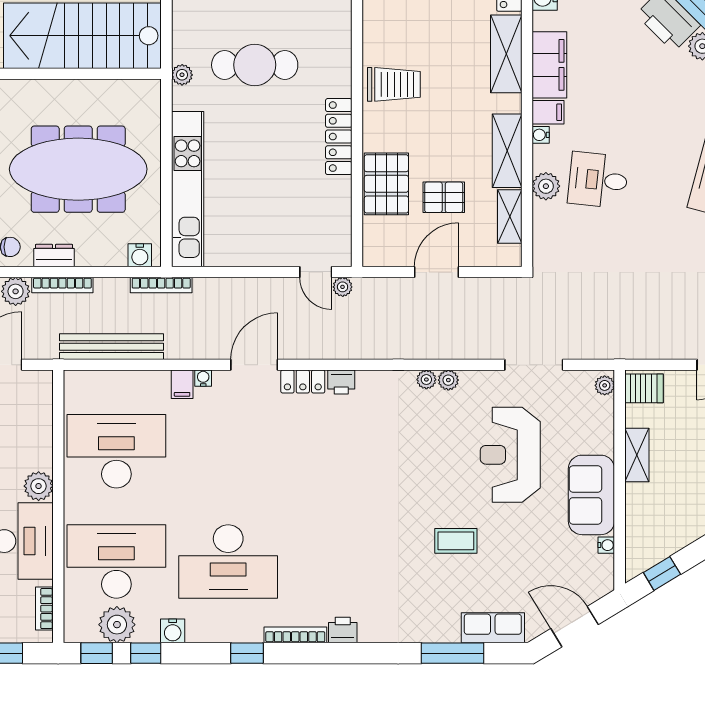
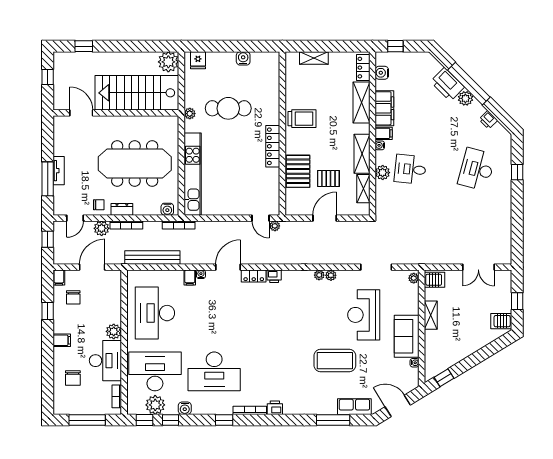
desk: (116, 451) -> (155, 313), turned -90
coffee table: (456, 541) -> (335, 361), width x1.86, depth x1.72

